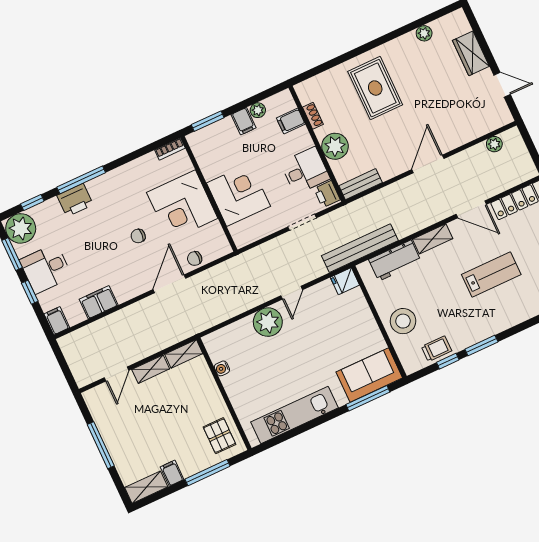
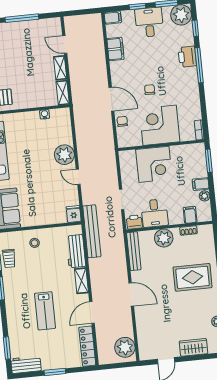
plant: (494, 144) -> (125, 347), width x1.88, depth x1.88
bench: (361, 184) -> (134, 251), width x1.36
stool: (403, 321) -> (35, 243), width x0.53, depth x0.53

